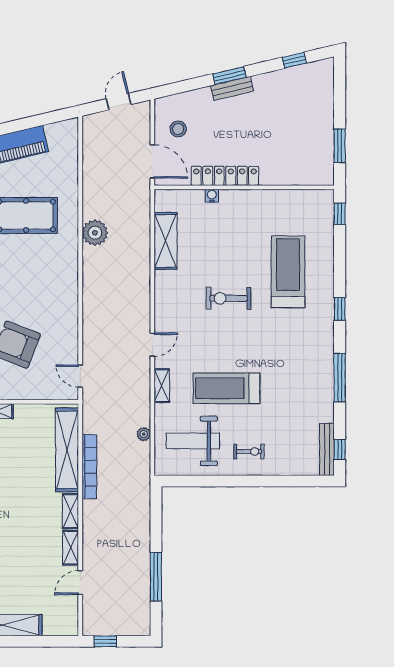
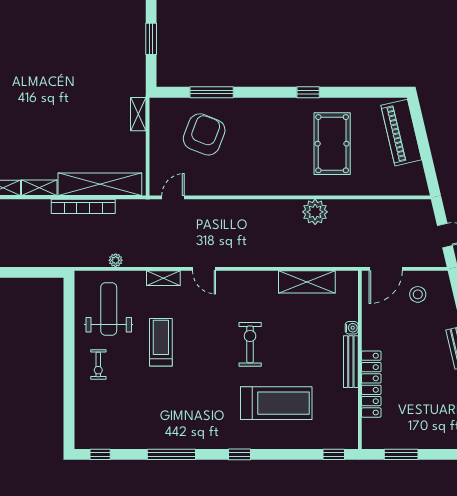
locker: (225, 176) -> (371, 384), moved
treadmill: (226, 388) -> (161, 342), width x0.73, depth x0.73
bench: (327, 449) -> (351, 362), moved, turned 90

